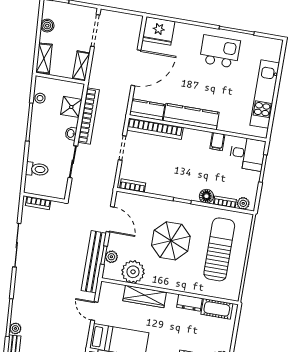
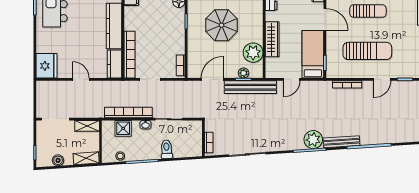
door: (136, 68) -> (81, 79), width x0.53
toilet: (37, 169) -> (167, 149), moved
plant: (15, 328) -> (313, 140), width x1.87, depth x1.87

